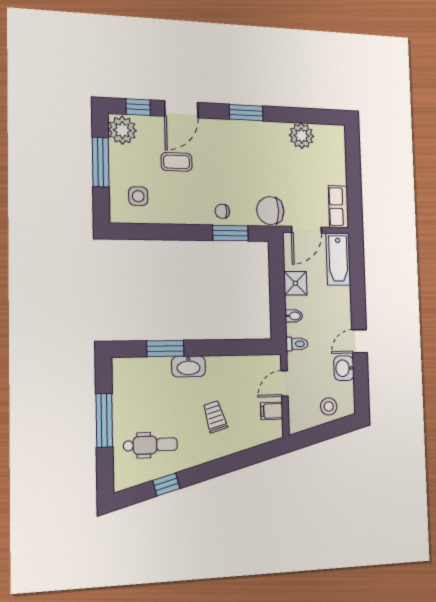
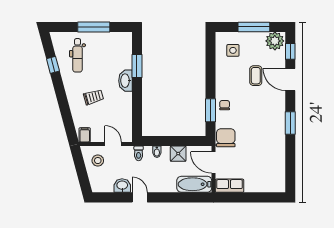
plant: (301, 136) -> (277, 161), removed
stool: (329, 406) -> (98, 161), moved
filing cabinet: (272, 411) -> (85, 135), moved

